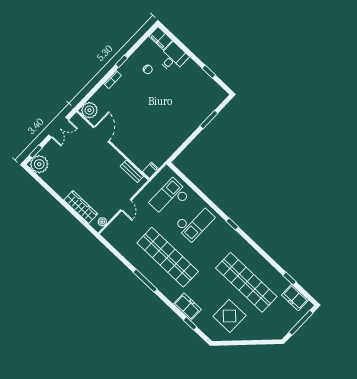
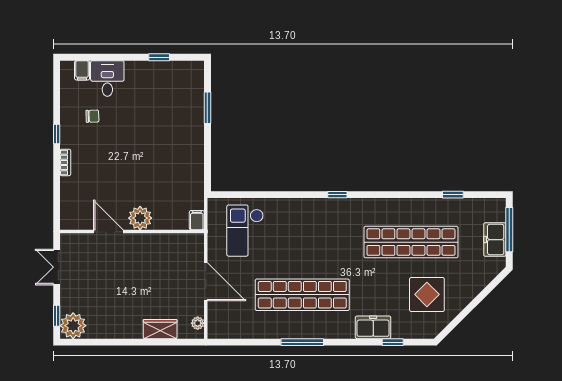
filing cabinet: (161, 38) -> (82, 70), width x0.50
plant: (89, 110) -> (140, 218), moved
double door: (59, 127) -> (57, 267), swing flipped
bench: (132, 171) -> (178, 240), removed
door: (126, 205) -> (206, 282), width x1.87
wardrobe: (81, 207) -> (160, 329), width x0.67
checkout: (195, 222) -> (295, 230), removed
freezer: (295, 297) -> (495, 240), moved, turned 90

